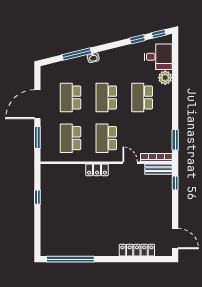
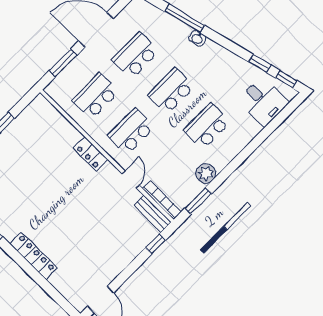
plant: (165, 78) -> (206, 173), moved
locker: (137, 250) -> (33, 256), moved

